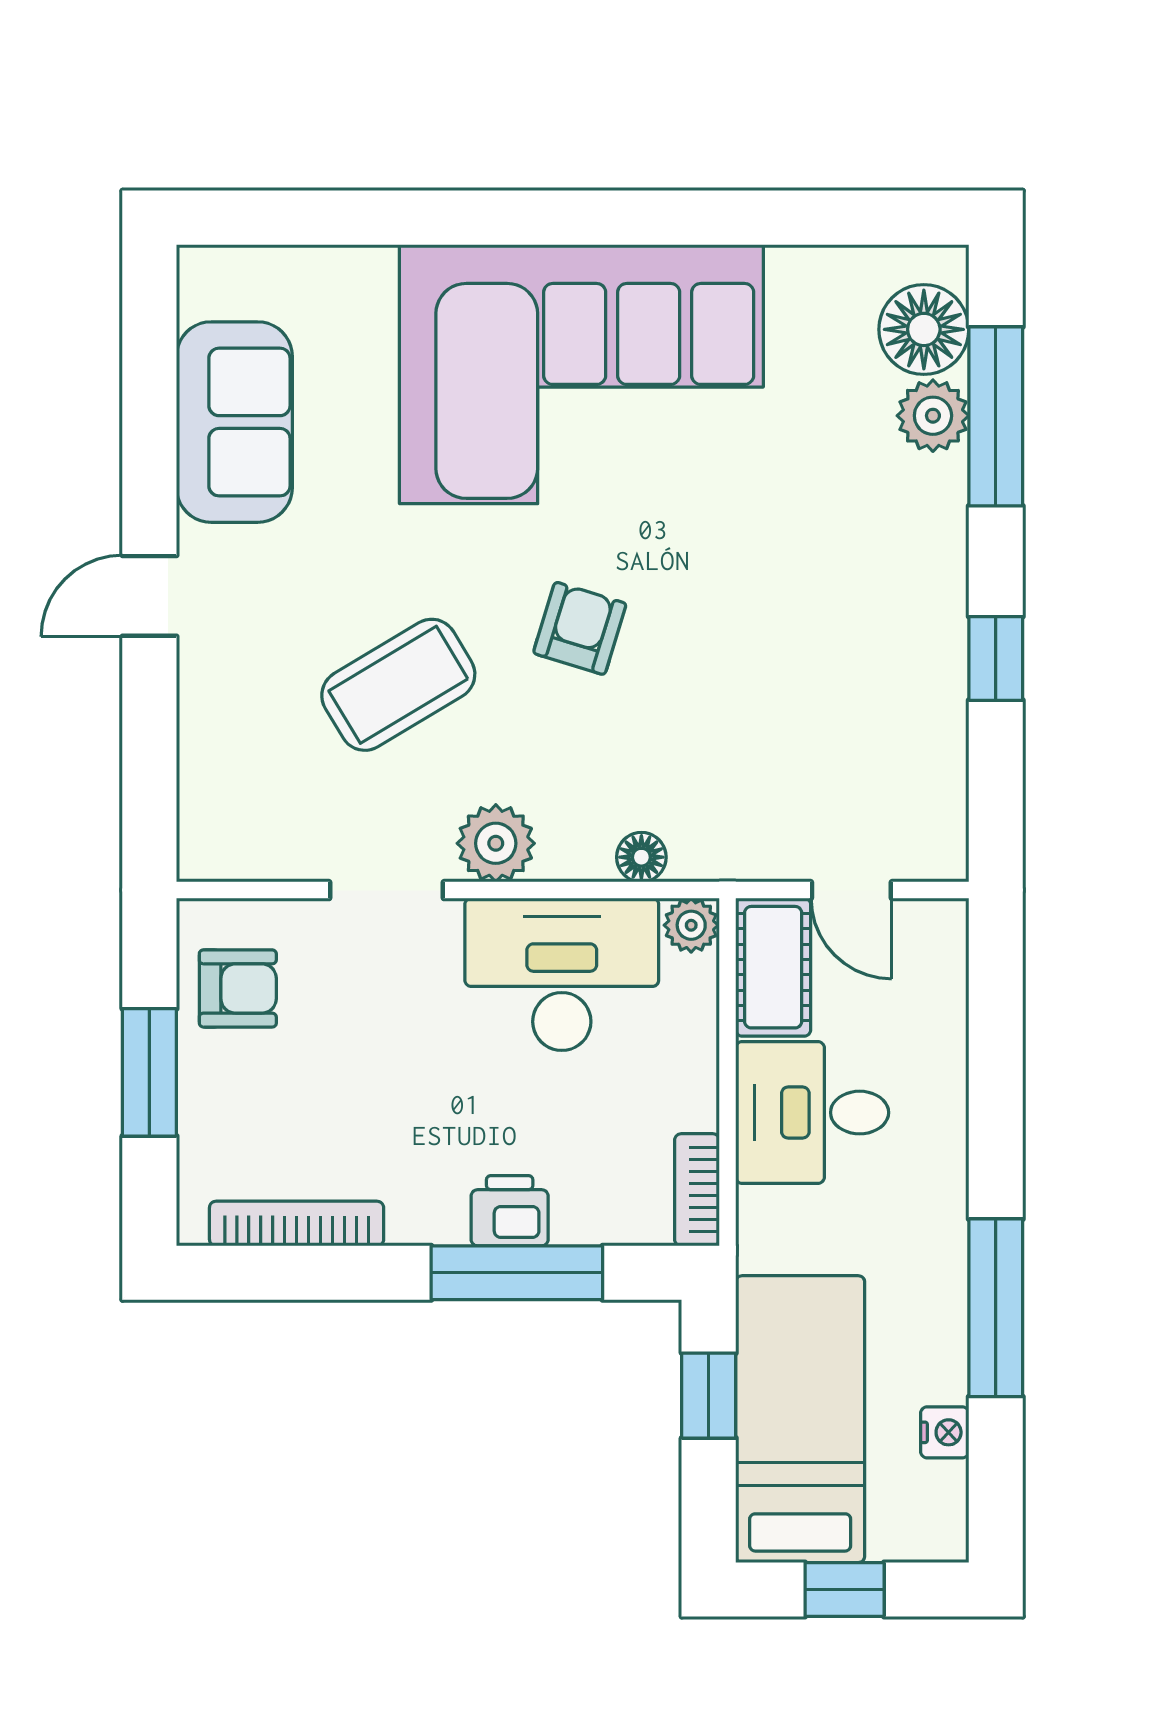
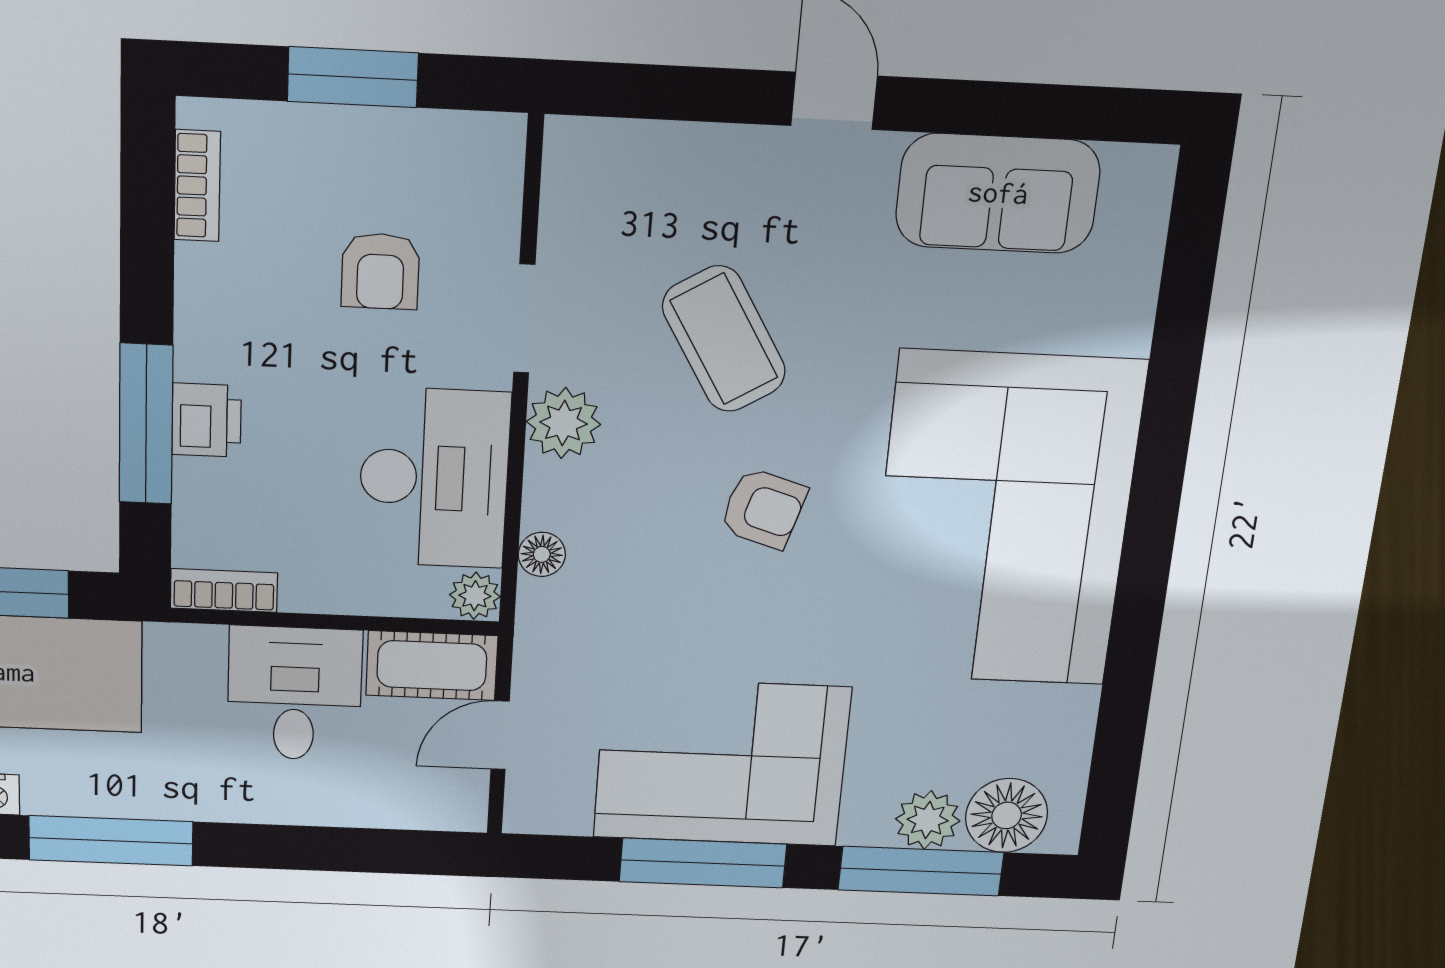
corner sofa: (874, 648) -> (722, 763), added
window: (996, 658) -> (703, 863), width x2.17
armchair: (238, 988) -> (380, 271), moved
bookcase: (297, 1224) -> (197, 186), width x0.64

